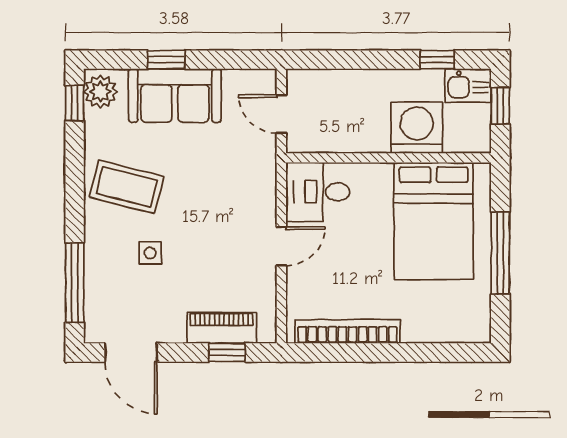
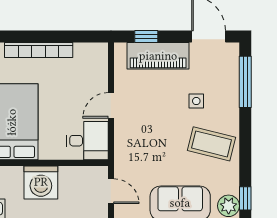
washing machine: (417, 128) -> (41, 182), moved
piano: (222, 328) -> (158, 56), width x1.37, depth x1.33
bookcase: (347, 332) -> (39, 50), moved

